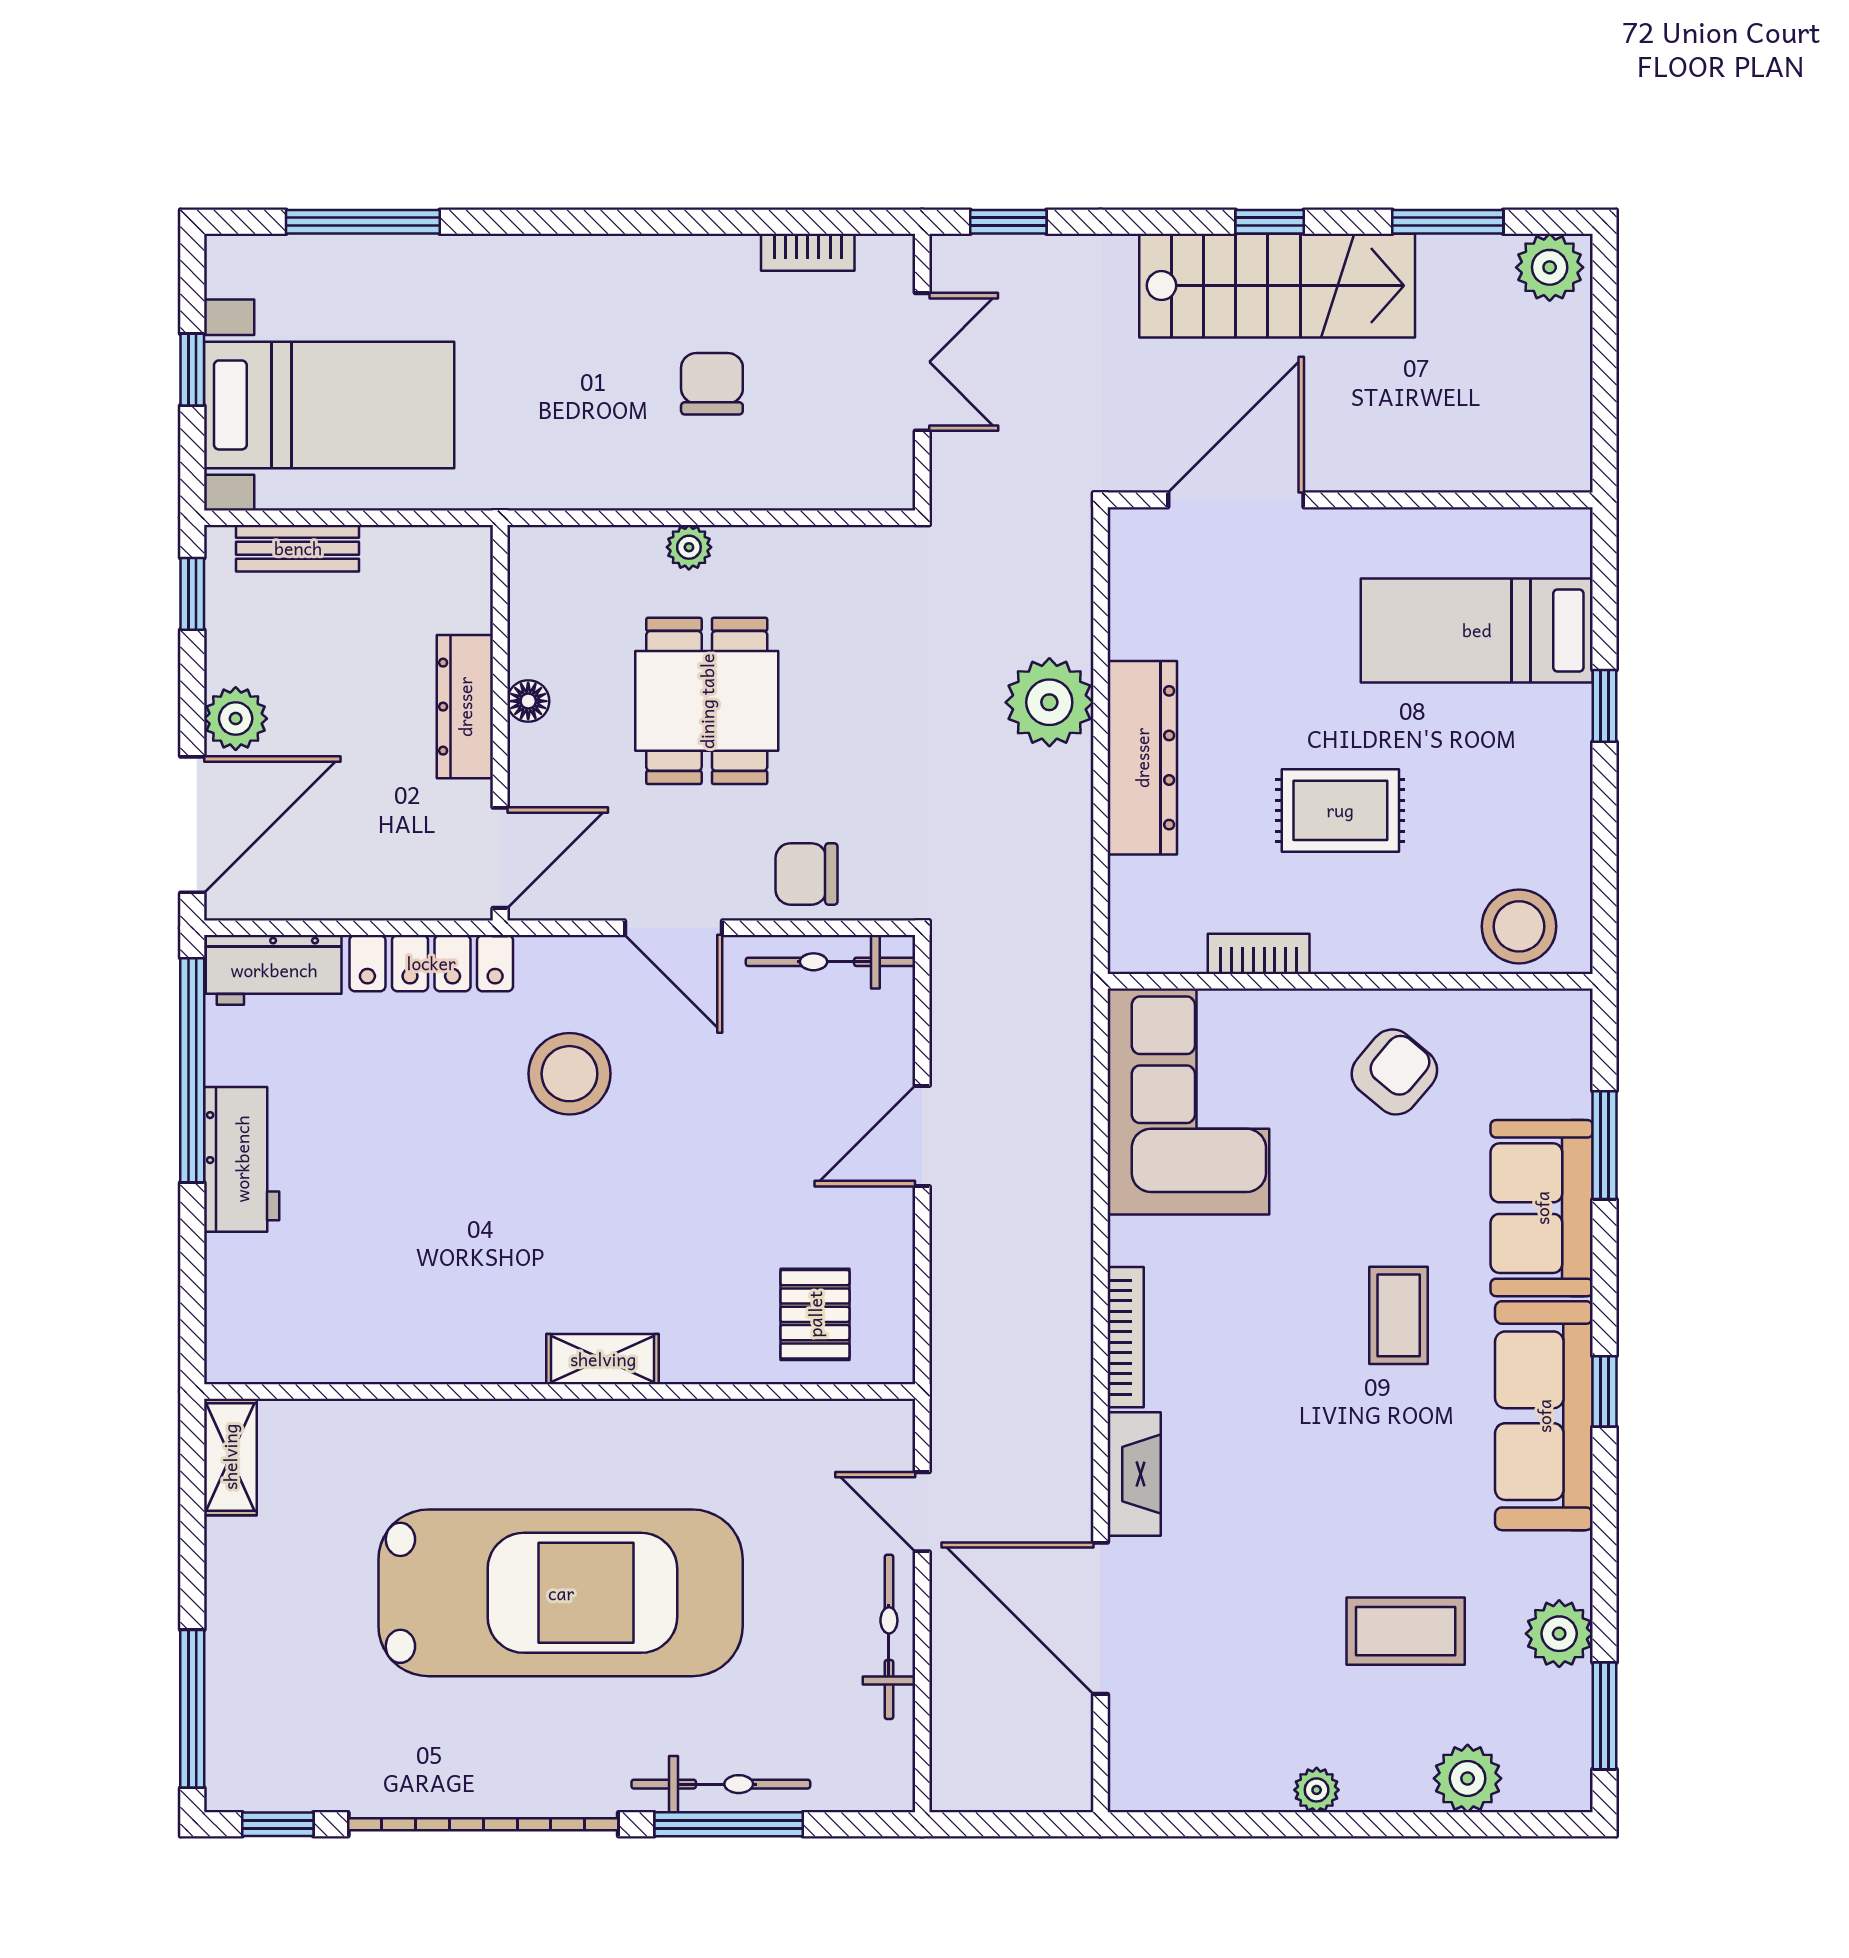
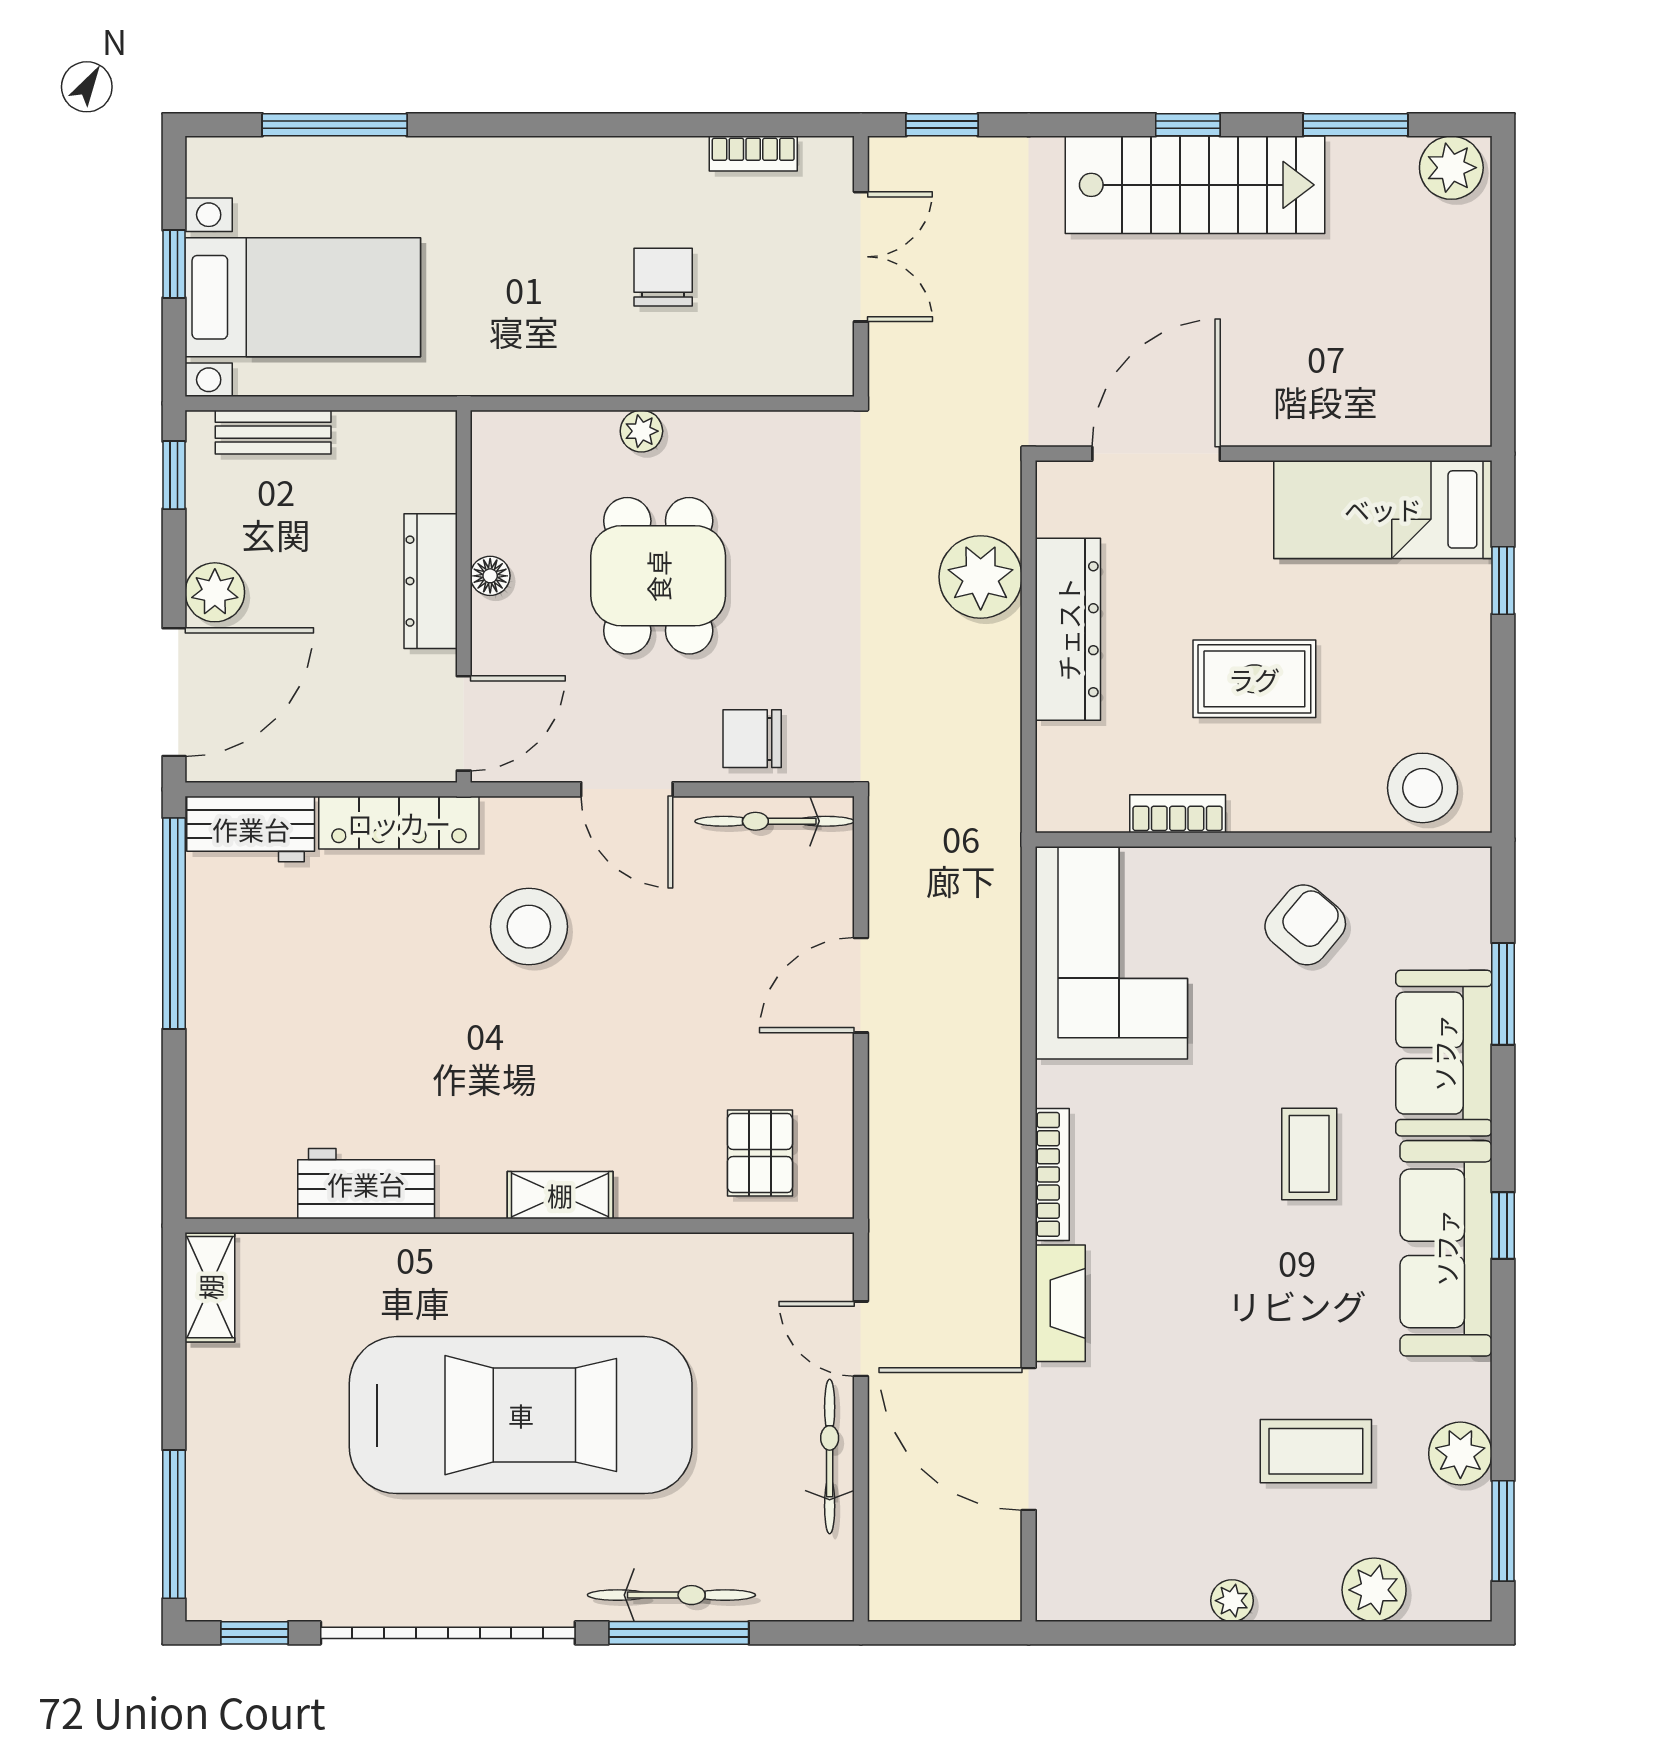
door: (1236, 500) -> (1156, 454), moved
wall: (1350, 500) -> (1264, 454), moved
workbench: (242, 1159) -> (366, 1184), moved, turned -90

